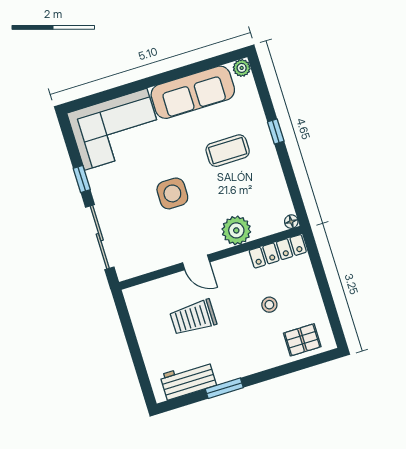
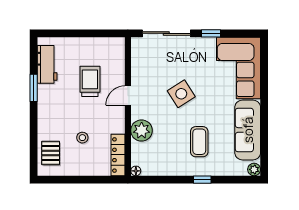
side table: (172, 193) -> (181, 94), turned -33

